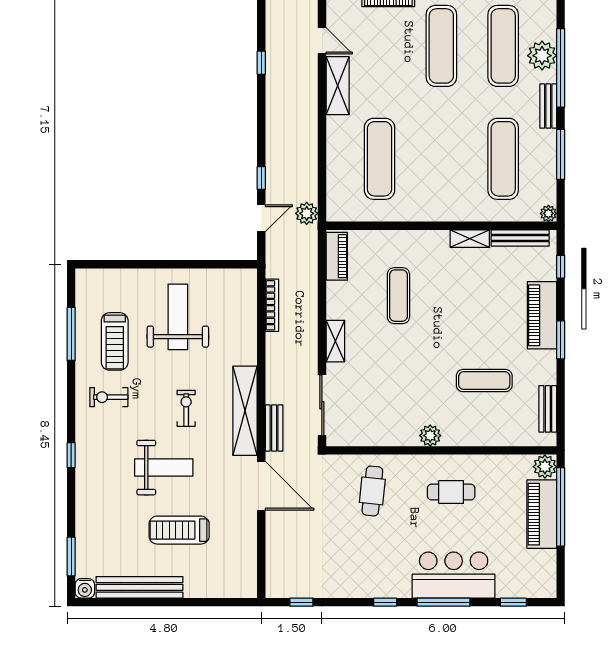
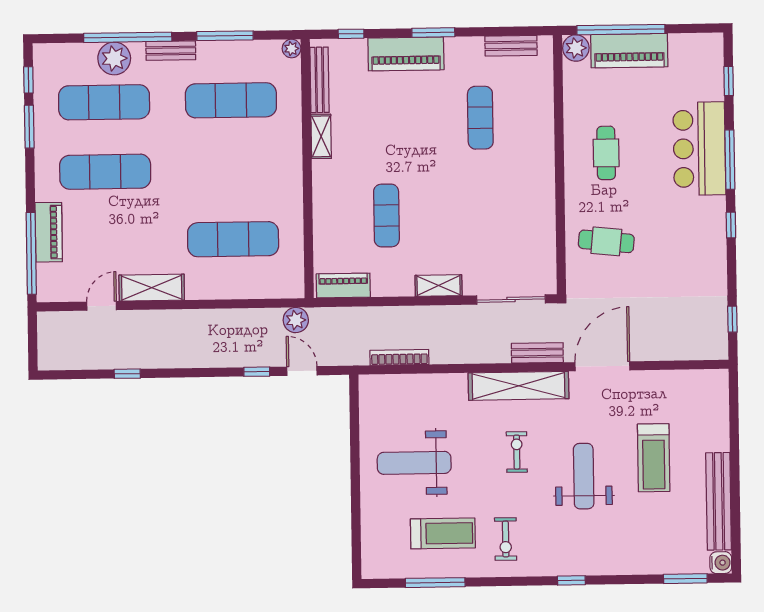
exercise mat: (398, 296) -> (386, 216), turned 90
exercise bike: (186, 408) -> (517, 452), turned 90
plant: (430, 436) -> (543, 177), removed

